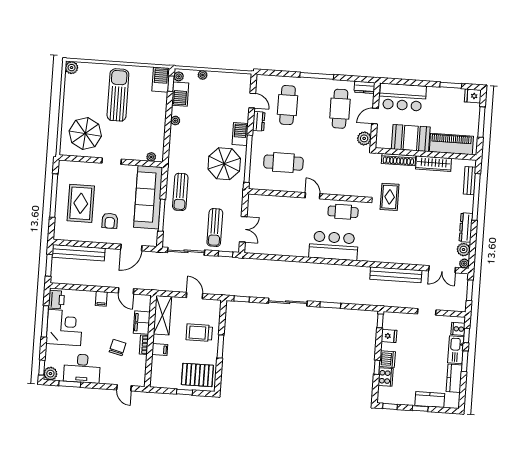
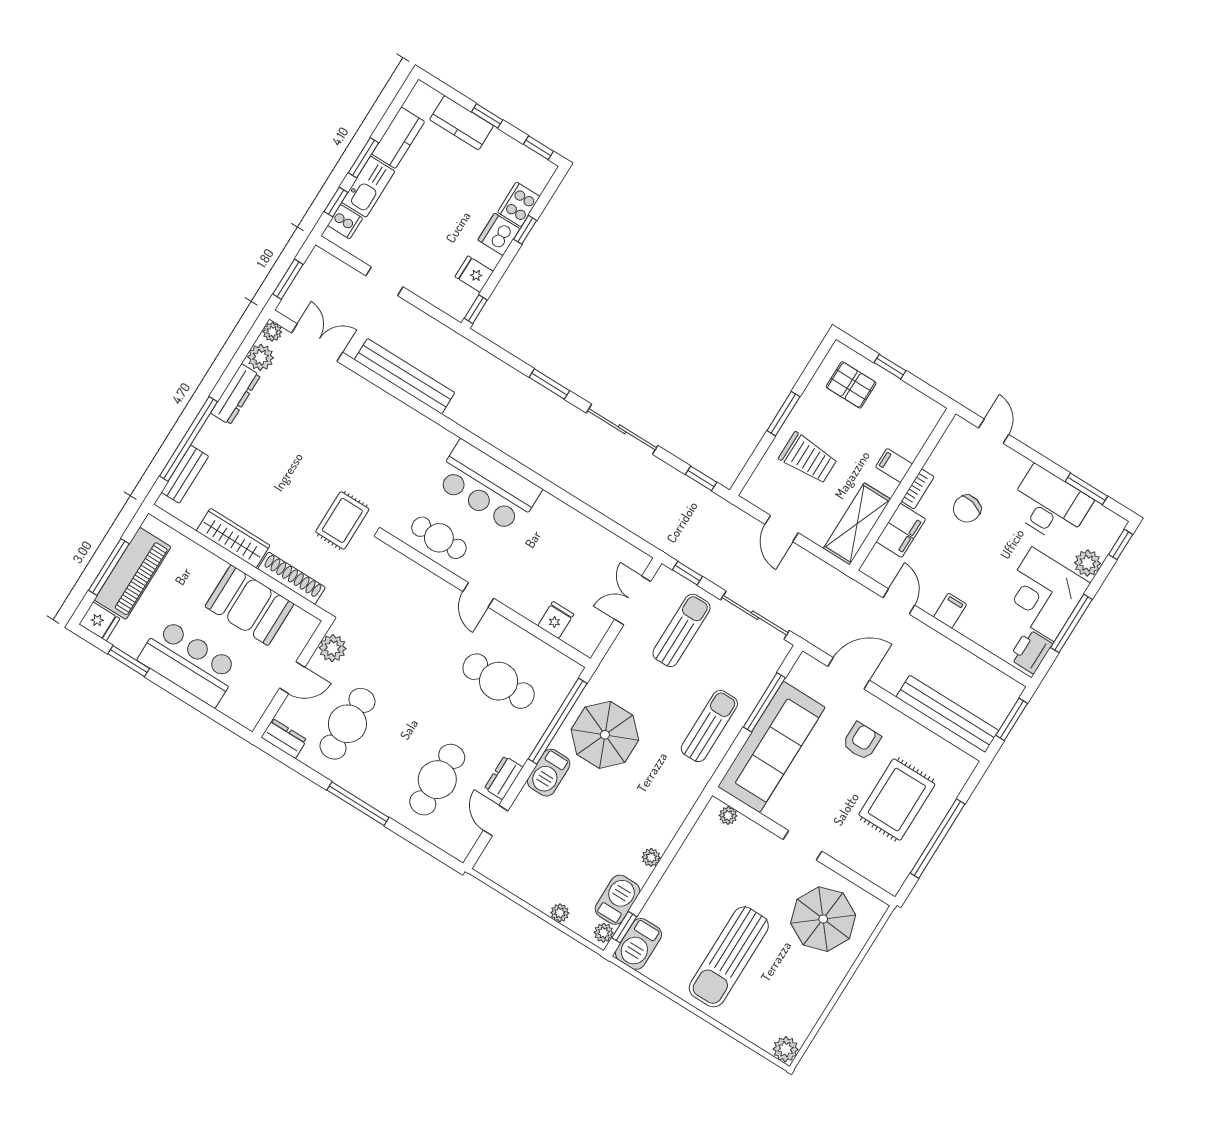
bar counter: (403, 97) -> (189, 663), moved
piano: (451, 144) -> (133, 573), moved, turned -90
fridge: (273, 203) -> (556, 620), added
plant: (50, 374) -> (1087, 563), moved
pallet: (197, 375) -> (851, 385), width x0.67, depth x0.71

